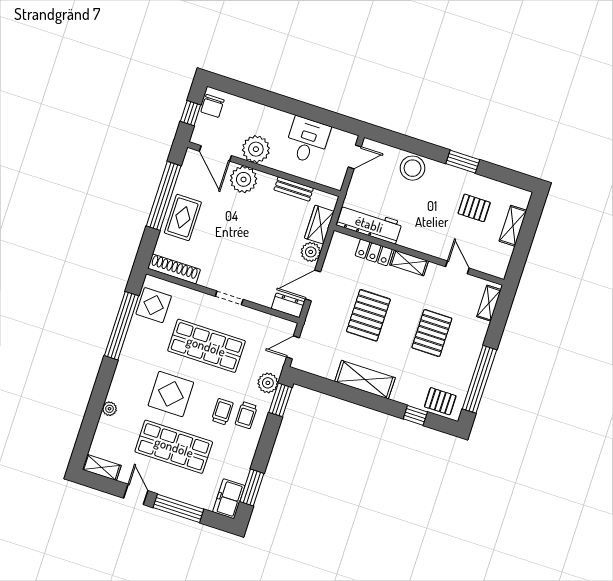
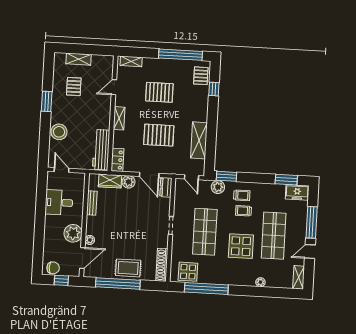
plant: (244, 179) -> (90, 240), width x0.53, depth x0.53
locker: (374, 252) -> (117, 160), moved
shelving: (365, 380) -> (199, 140), moved

